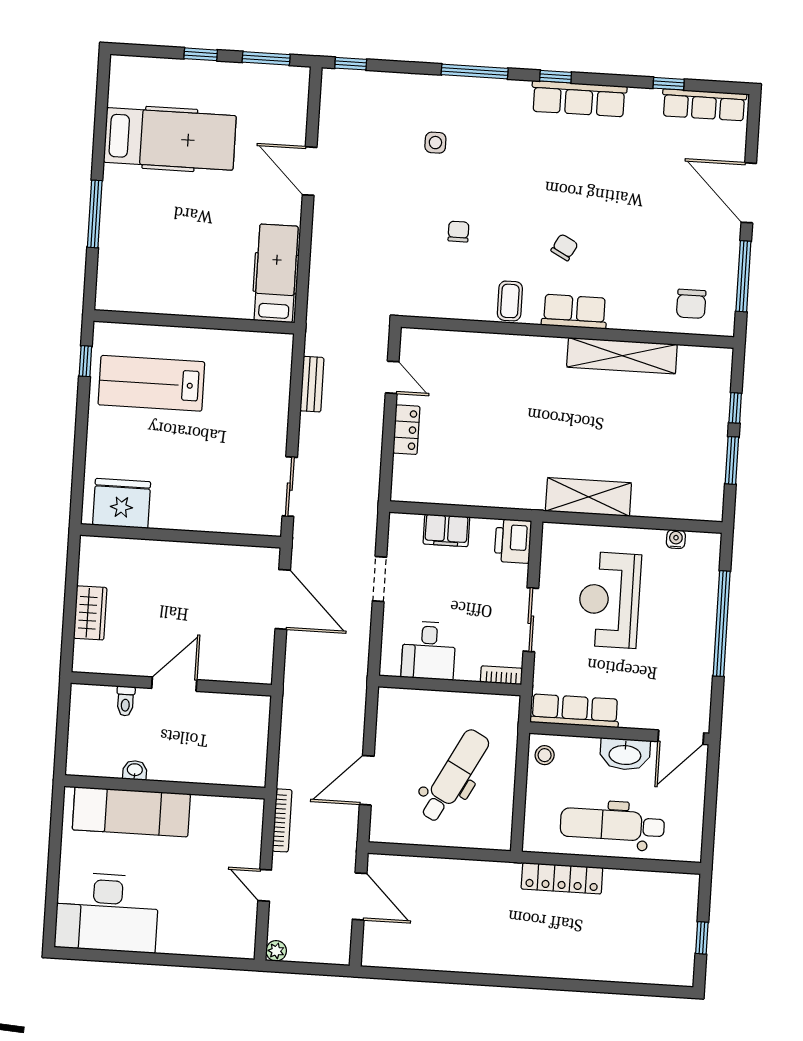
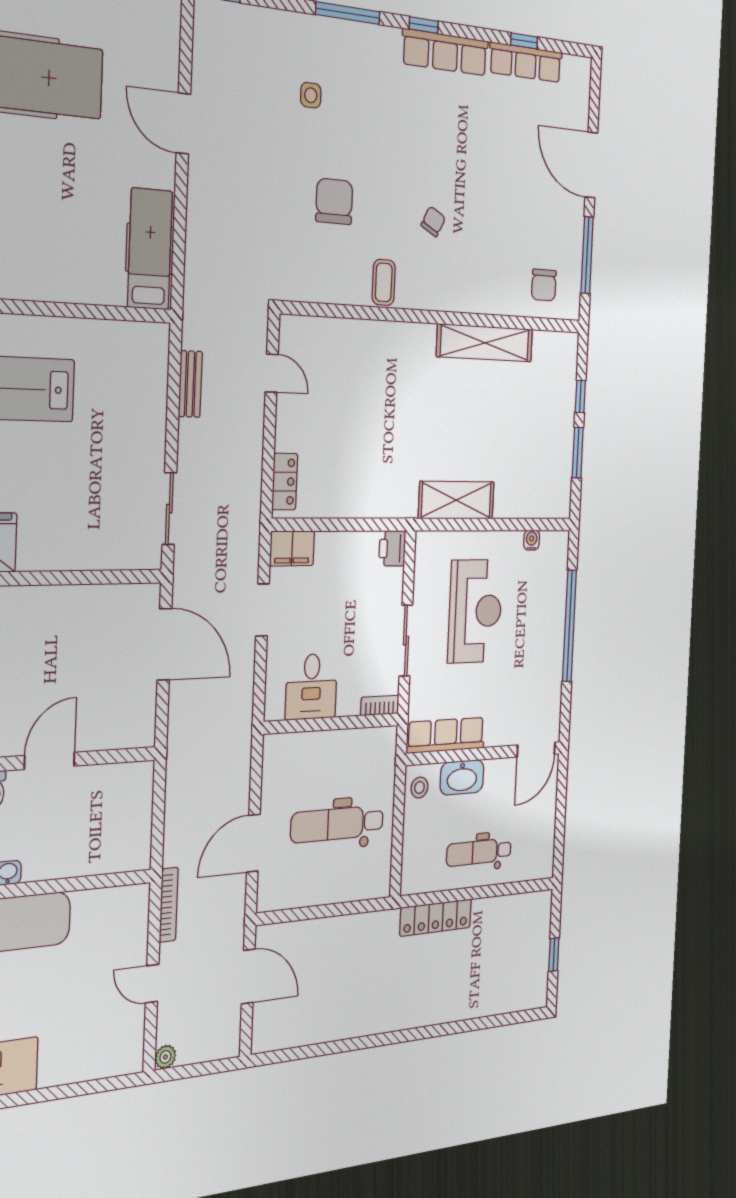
row of seats: (704, 105) -> (526, 62), moved
chair: (458, 232) -> (334, 201), width x1.87, depth x1.87
row of seats: (574, 312) -> (443, 294), removed
locker: (406, 430) -> (285, 482), moved
filing cabinet: (446, 530) -> (292, 548), moved
printer: (513, 541) -> (392, 548), width x0.73, depth x0.81
reception desk: (609, 600) -> (475, 611), turned 180
washbasin: (625, 754) -> (462, 777), moved
dental chair: (454, 776) -> (337, 824), turned -118
dental chair: (612, 825) -> (479, 852), width x0.73, depth x0.72

